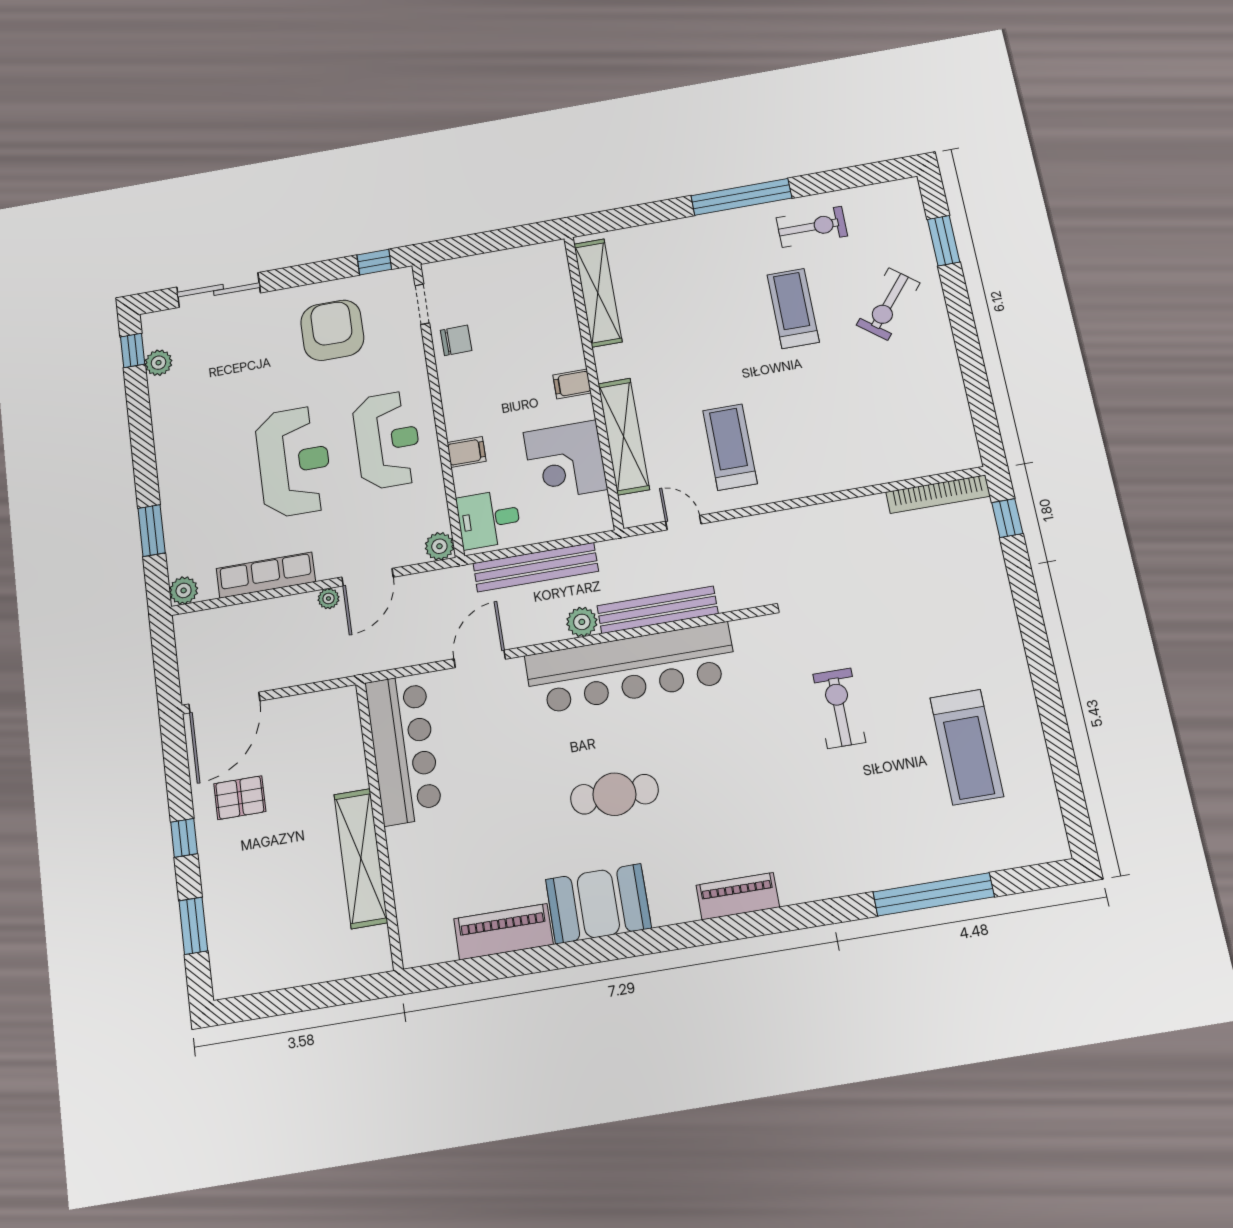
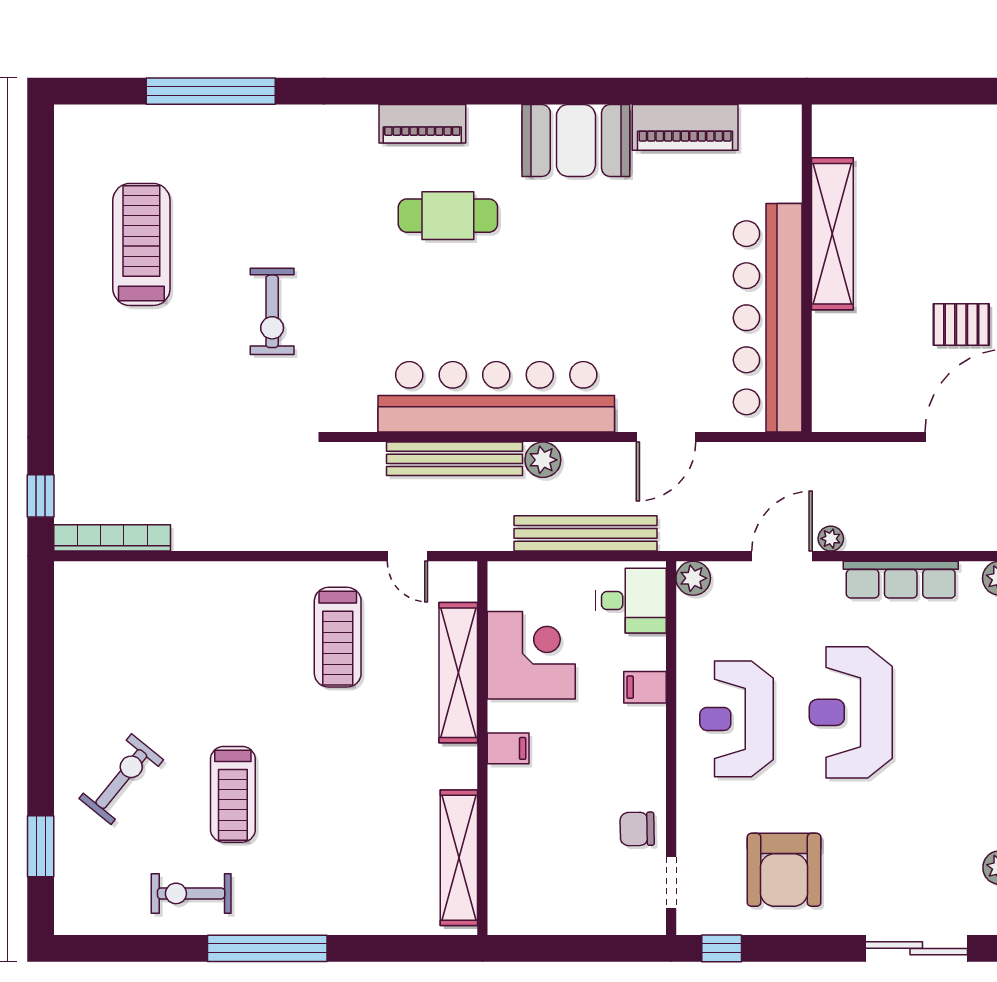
bar counter: (404, 749) -> (768, 318), width x1.36
cafe table: (614, 794) -> (448, 216), moved

